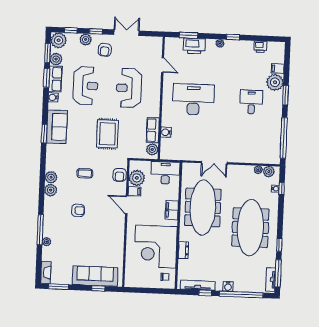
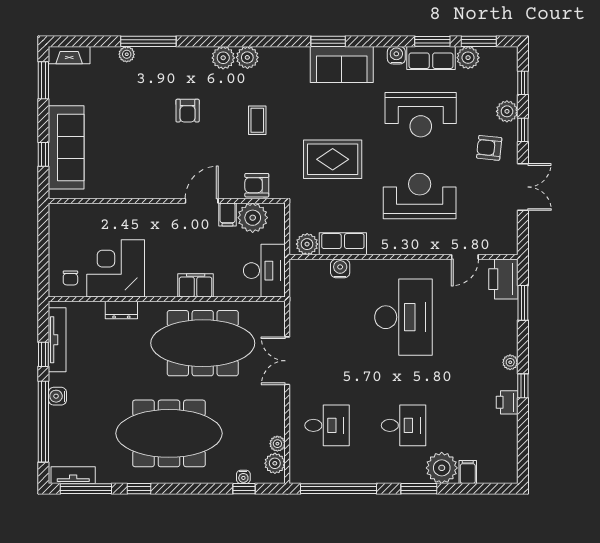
plant: (59, 40) -> (503, 61), removed
printer: (194, 46) -> (503, 279), moved
printer: (260, 47) -> (507, 402), moved
desk: (250, 143) -> (327, 425), added
corner desk: (156, 247) -> (116, 268), width x0.74, depth x0.74

